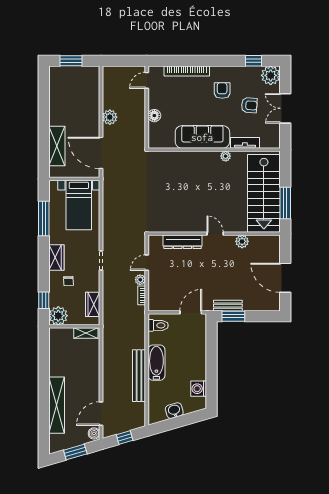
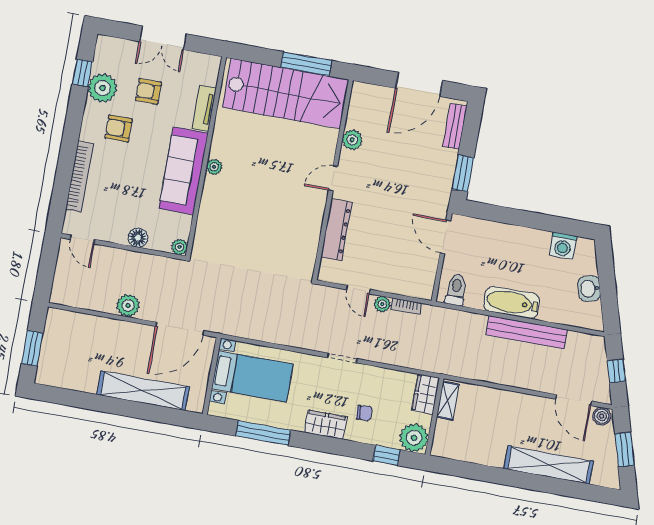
plant: (271, 75) -> (102, 88), moved
armchair: (249, 105) -> (148, 91), turned -94
plant: (153, 143) -> (180, 247), added
shelving: (57, 146) -> (143, 391), width x1.47
plant: (226, 156) -> (214, 167), moved
wardrobe: (93, 304) -> (426, 394), moved, turned 90
bench: (228, 306) -> (455, 126), moved

